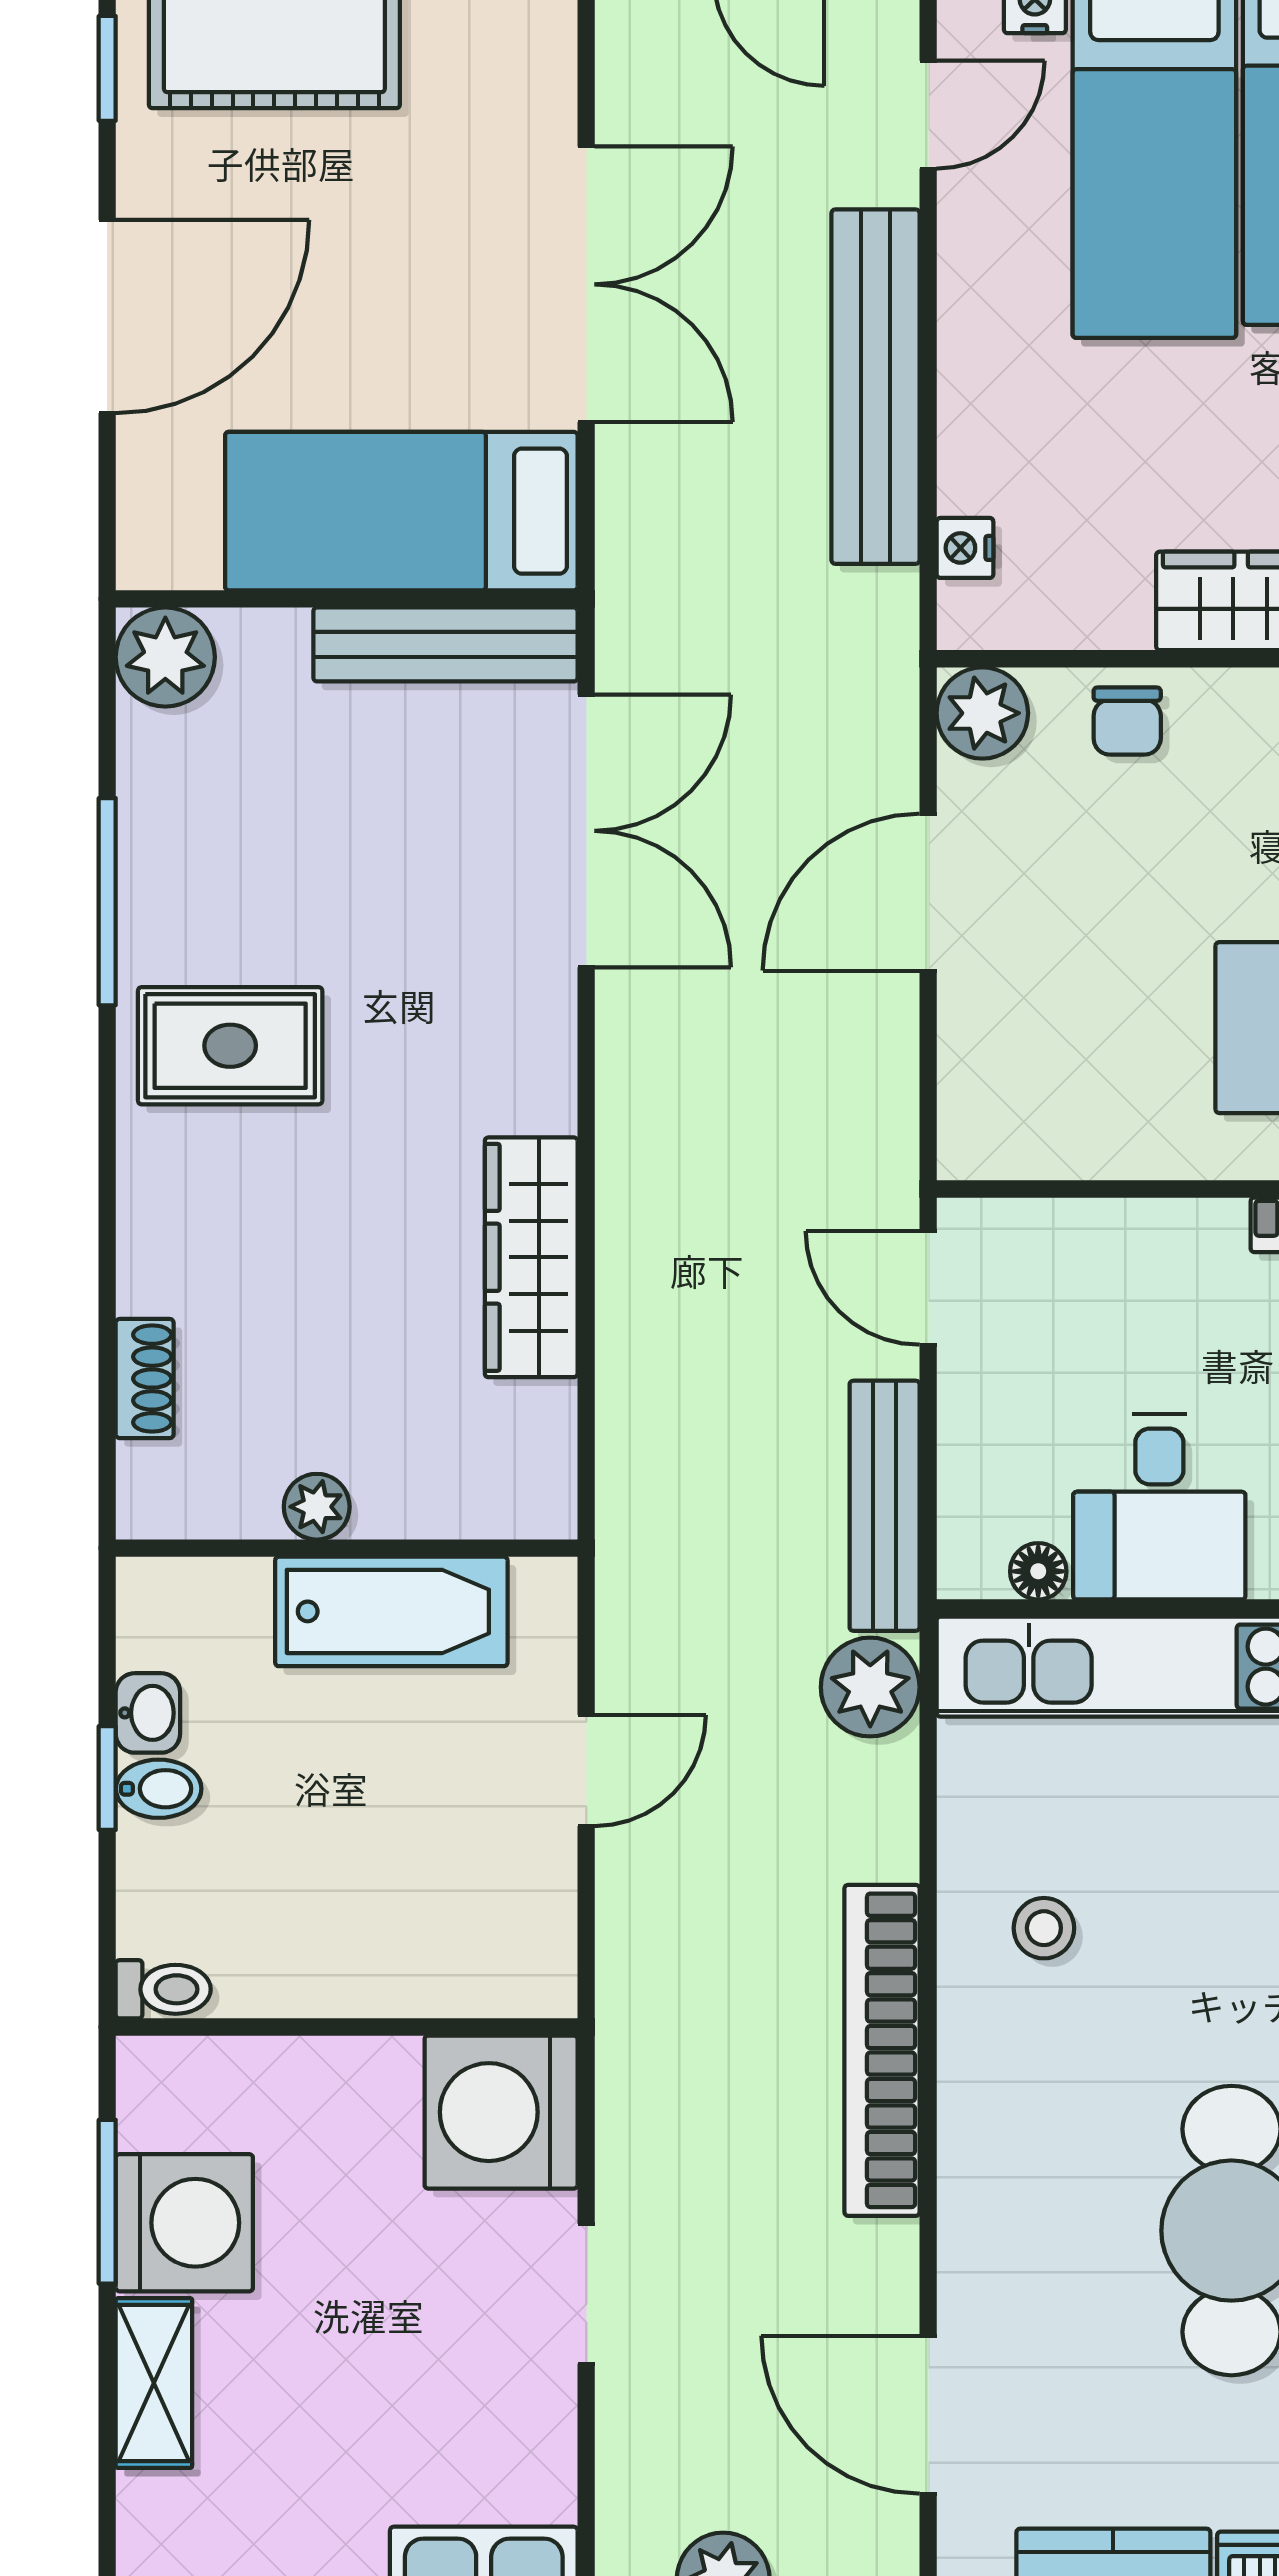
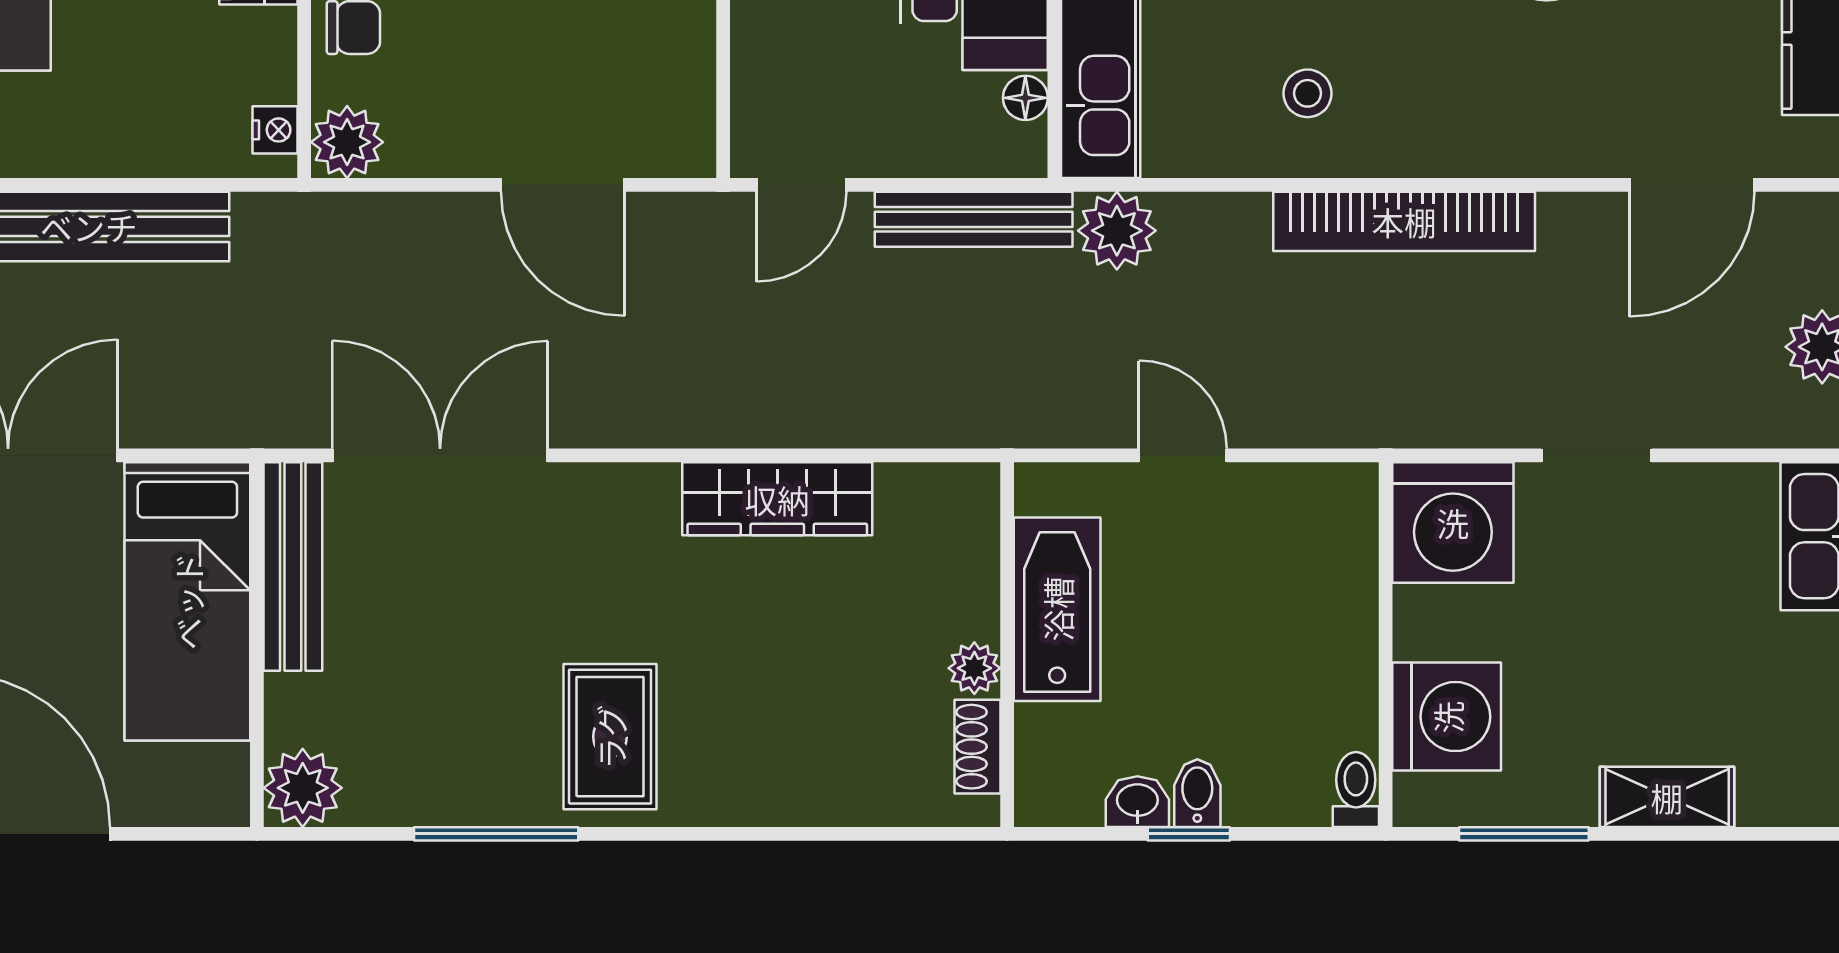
nightstand: (965, 548) -> (275, 130), moved, turned -90
door: (928, 892) -> (563, 185), moved
shoe rack: (145, 1379) -> (978, 747), moved, turned -90
washing machine: (184, 2223) -> (1447, 717), moved, turned 90

